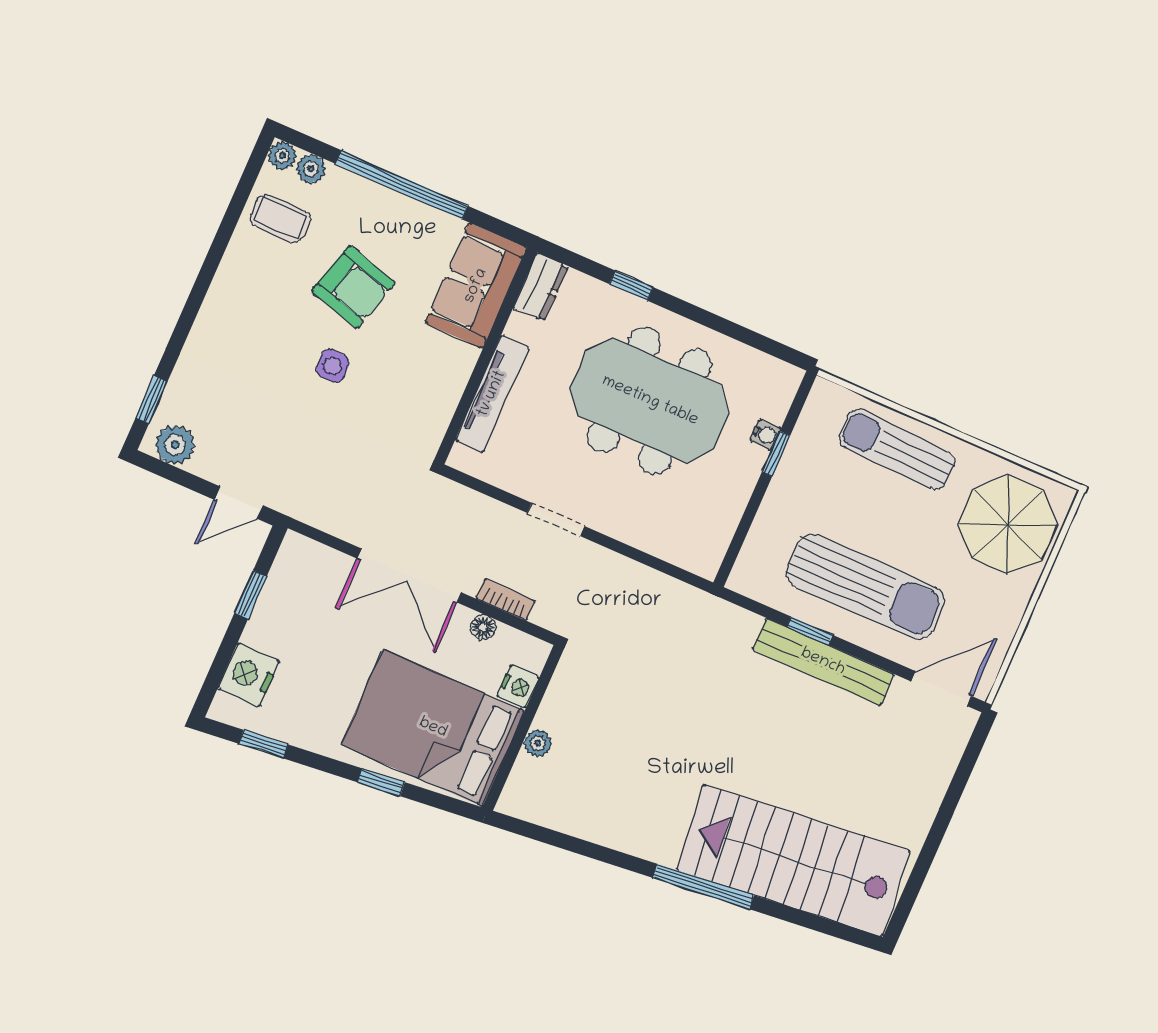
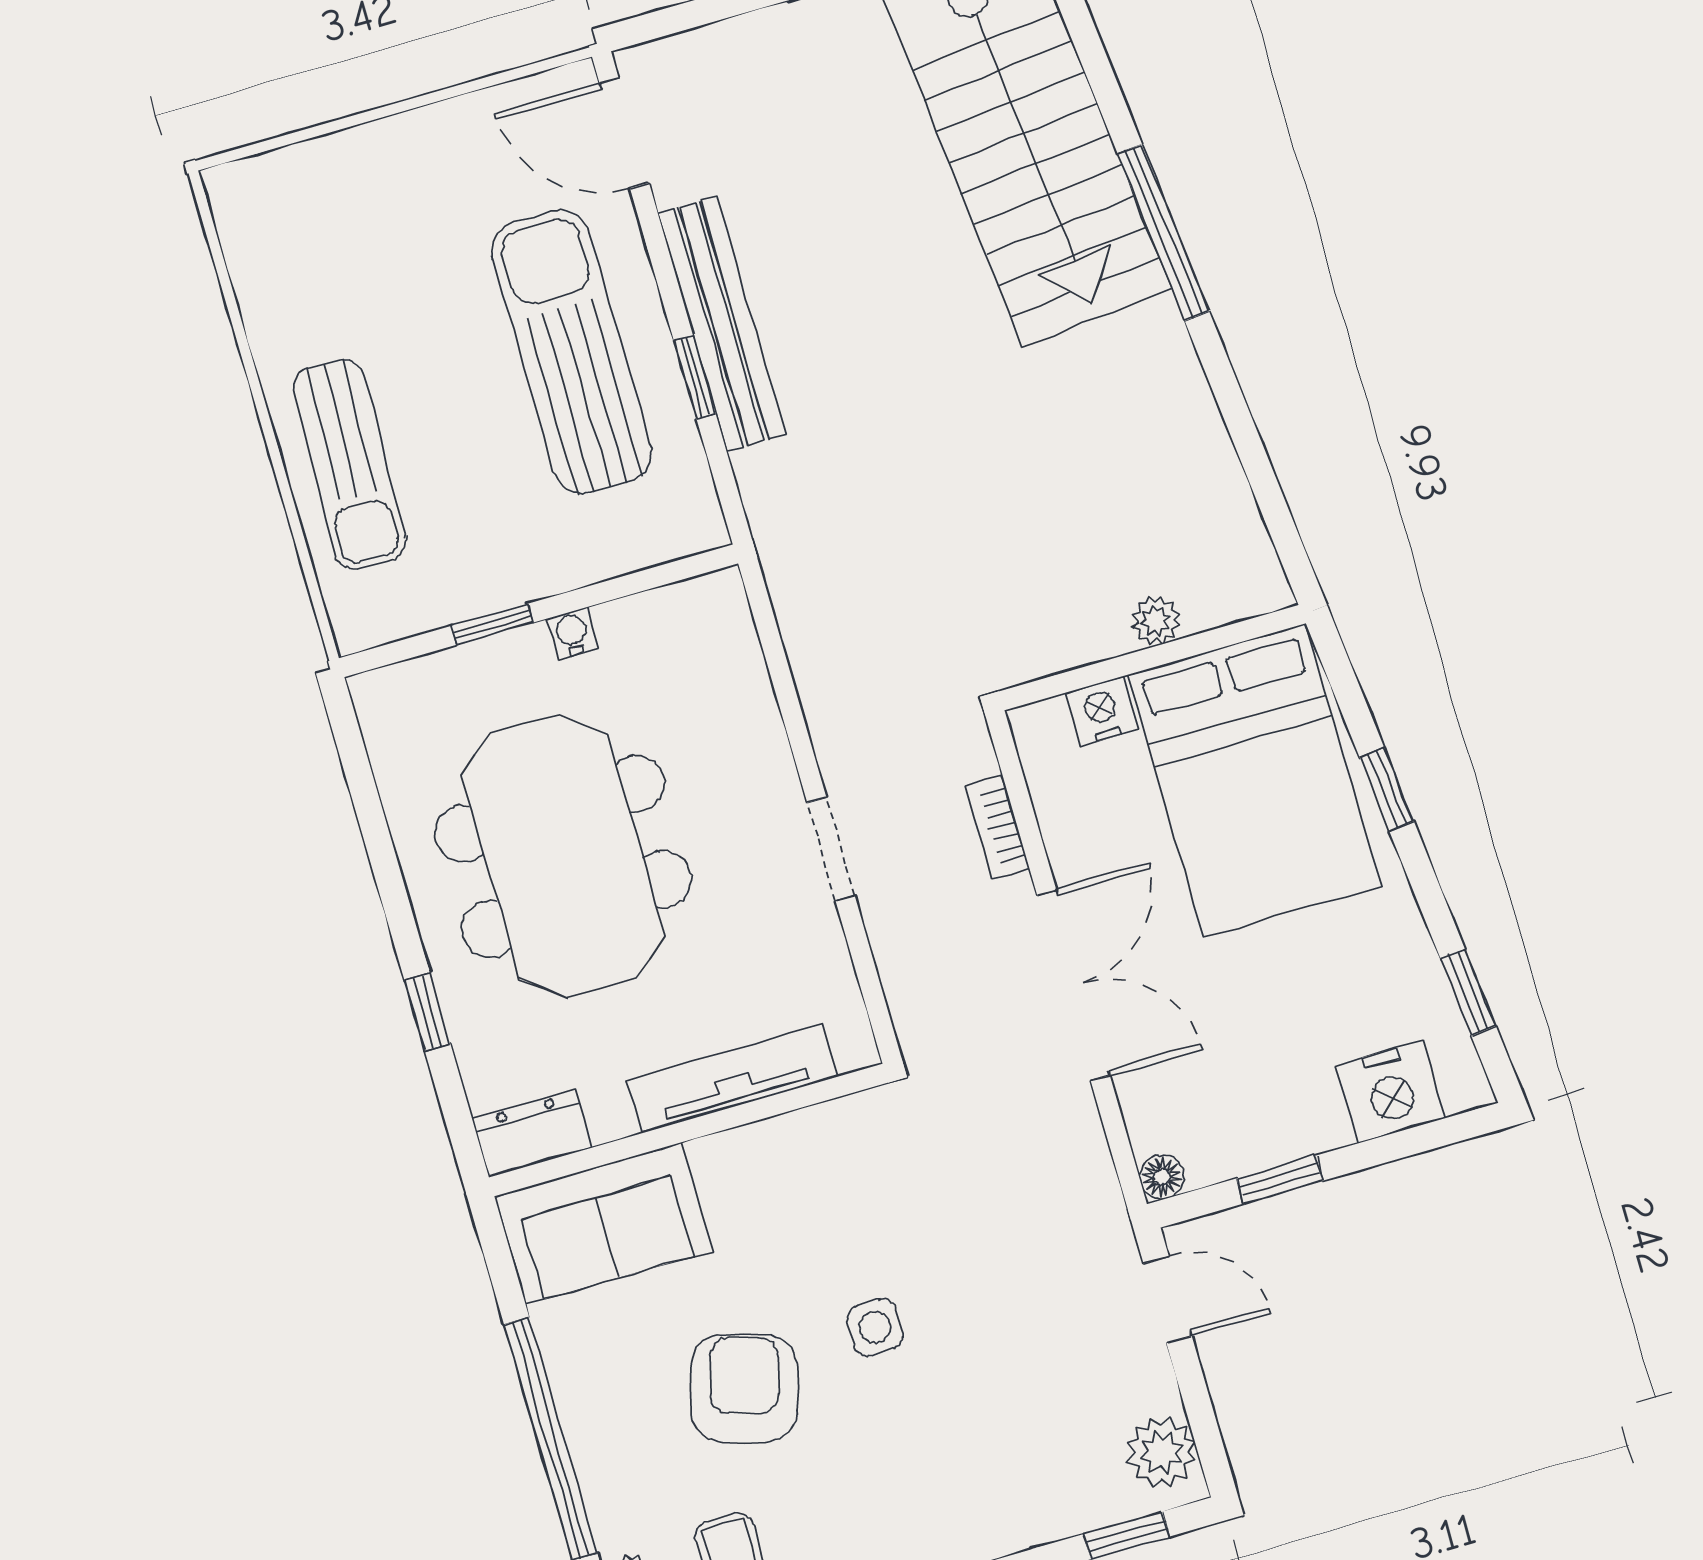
water cooler: (765, 435) -> (572, 633), moved
parasol: (1008, 524) -> (326, 229), removed
floor lamp: (483, 628) -> (1162, 1177), moved

